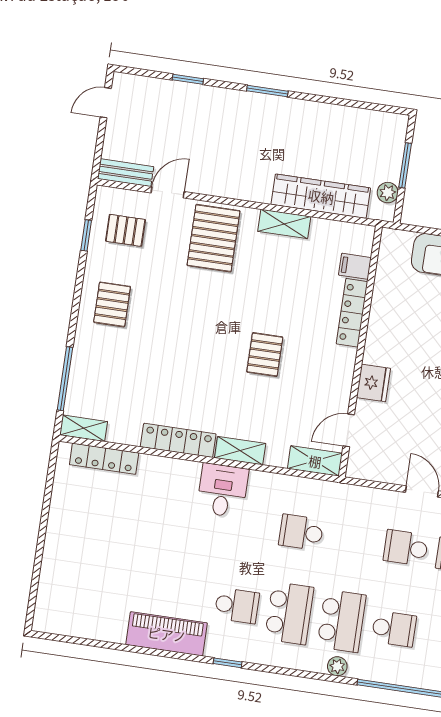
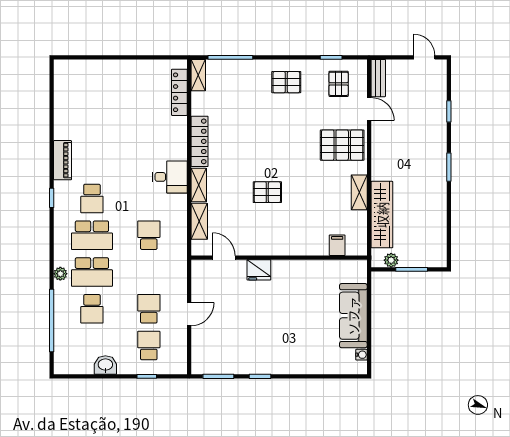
locker: (352, 313) -> (305, 248), removed
shelving: (315, 461) -> (199, 221), moved
piano: (167, 634) -> (62, 160), width x0.73, depth x0.75

